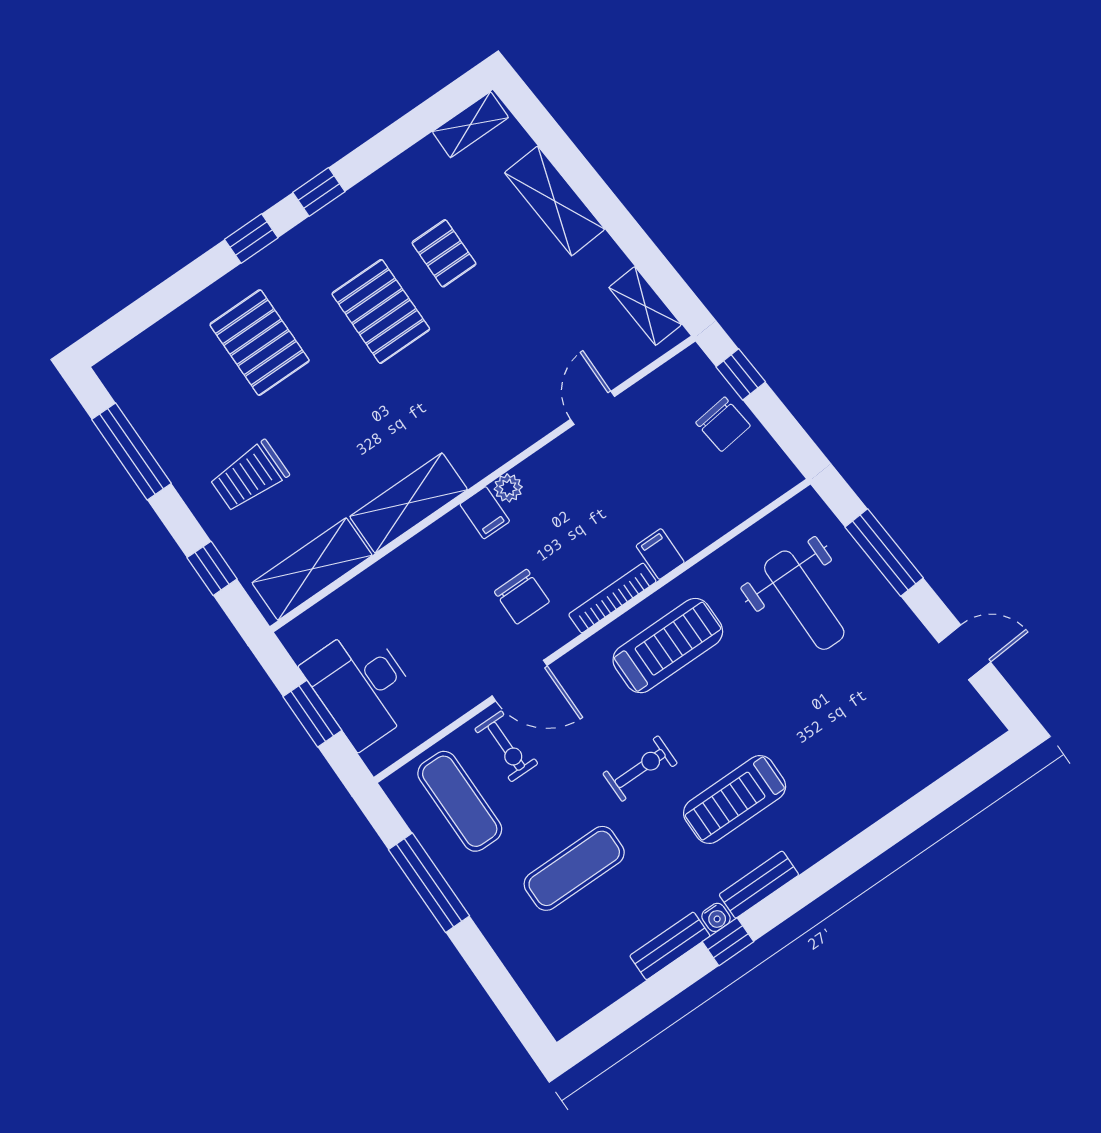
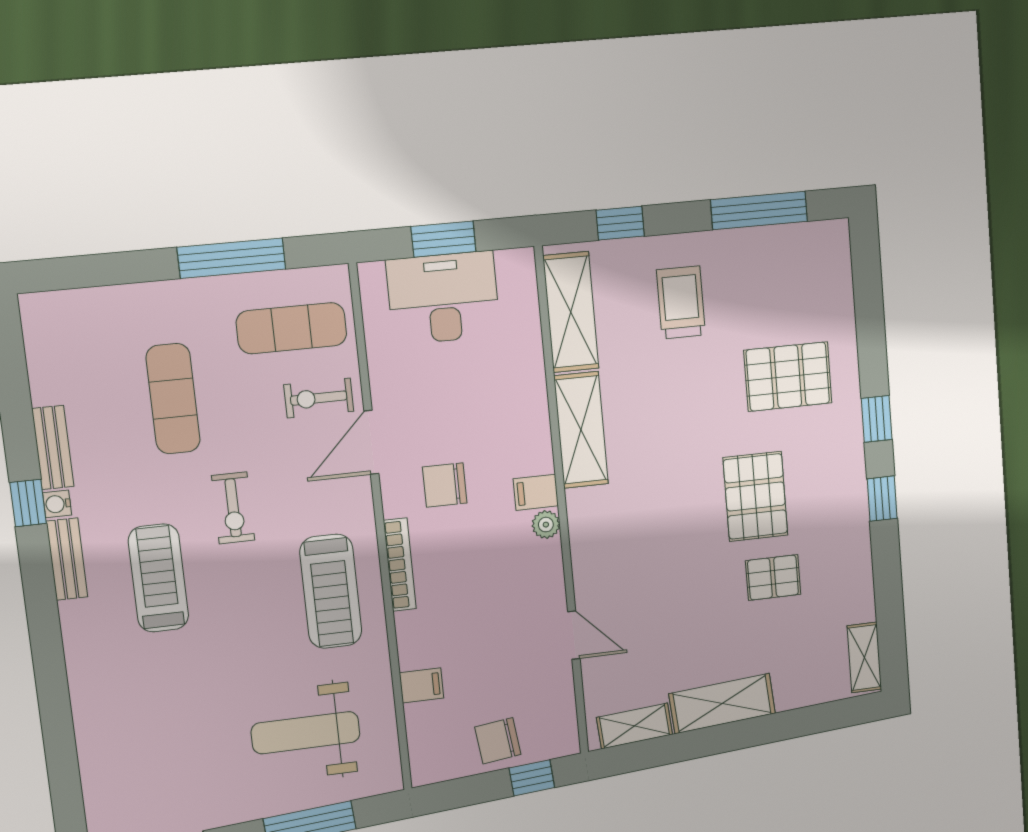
shelving: (555, 201) -> (722, 704), moved
pallet: (381, 311) -> (755, 496), turned 90
filing cabinet: (660, 554) -> (422, 685), moved

